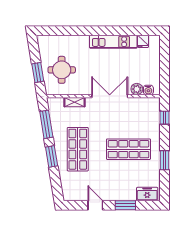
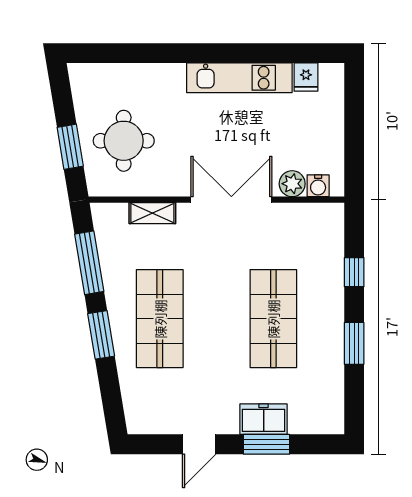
window: (164, 118) -> (354, 272), moved
shop shelf: (128, 149) -> (273, 319), turned 90
freezer: (147, 194) -> (264, 419), moved
door: (95, 205) -> (199, 444), swing flipped

